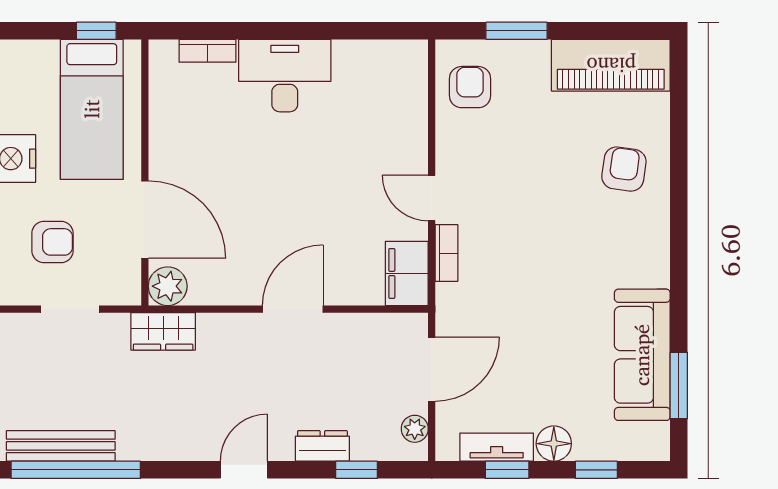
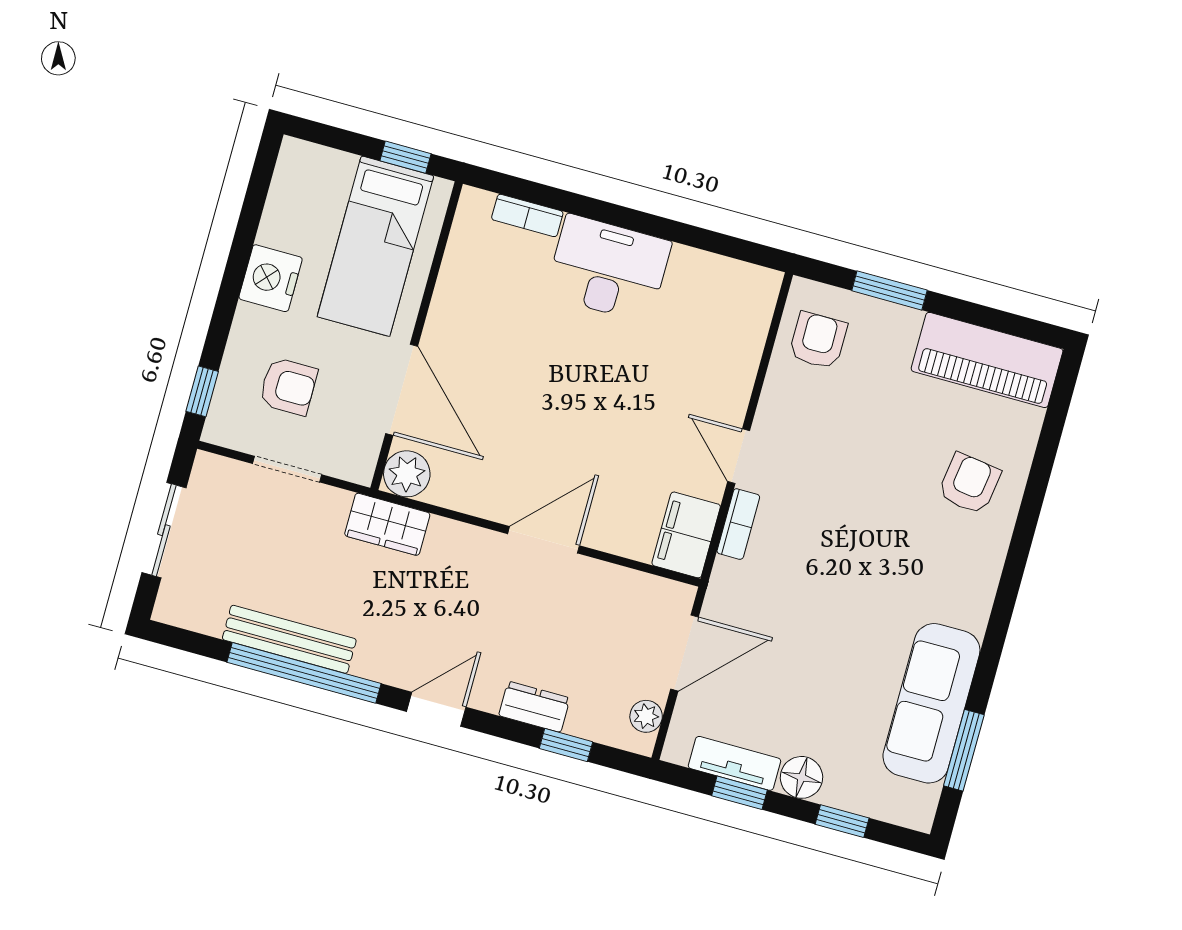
bench: (61, 446) -> (289, 639), moved
window: (76, 470) -> (304, 673), moved

